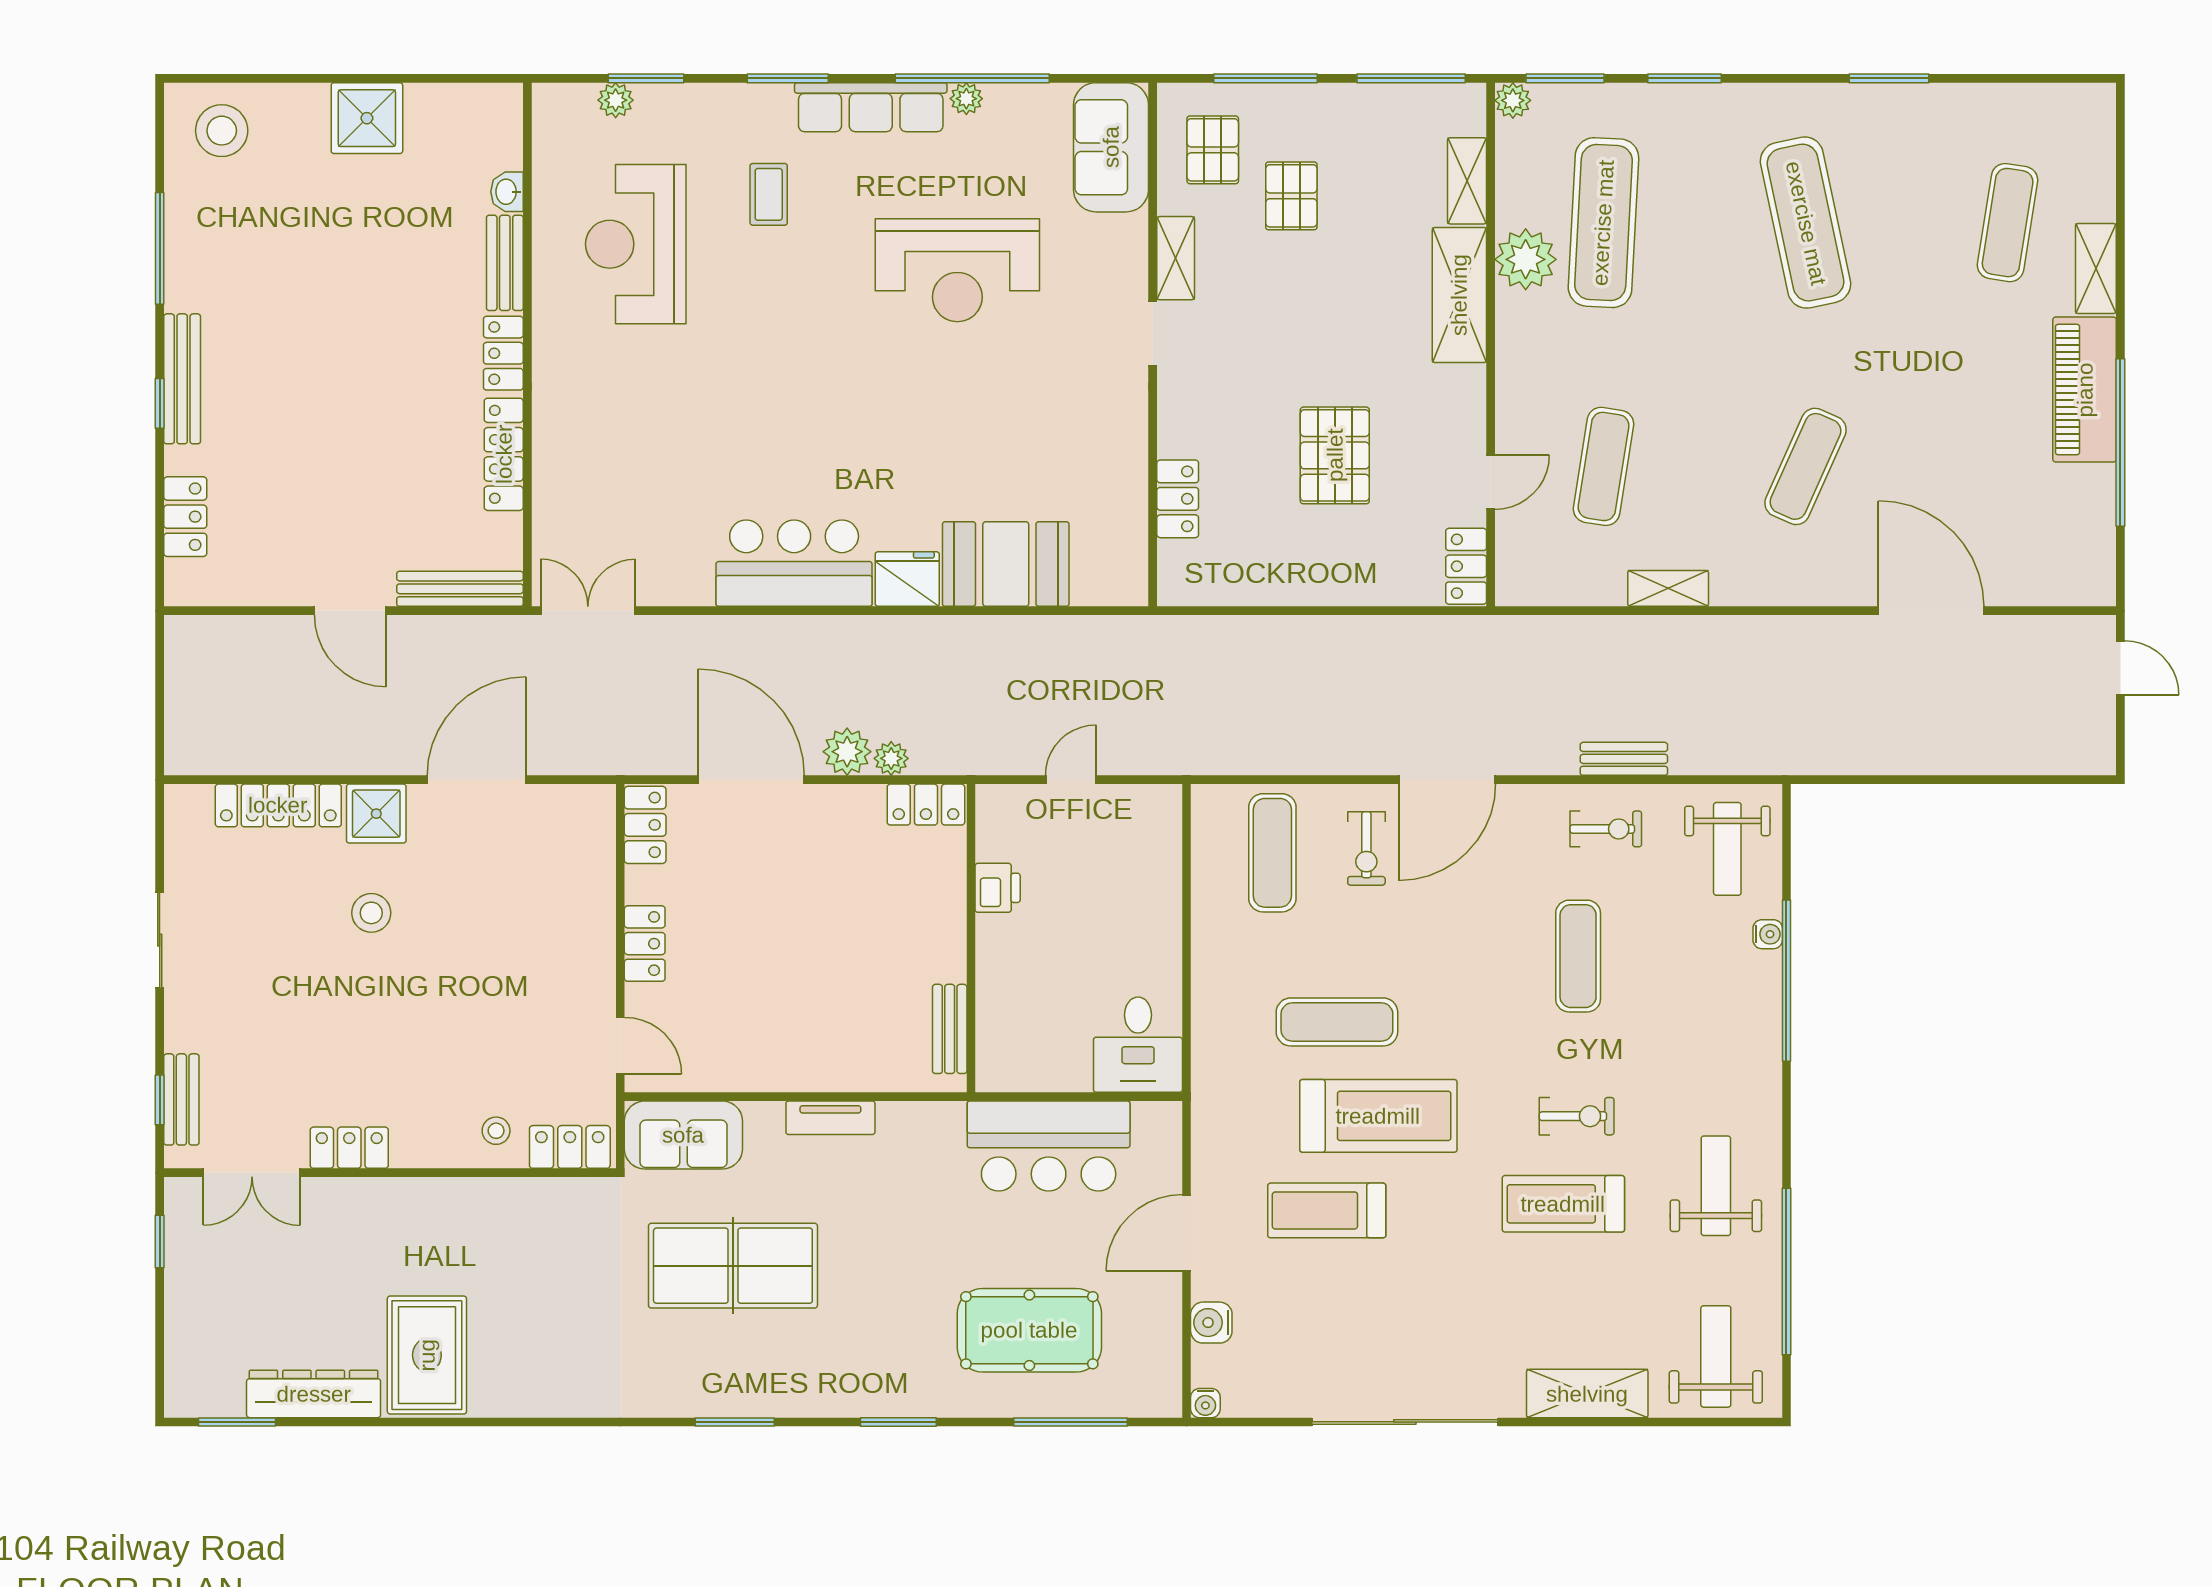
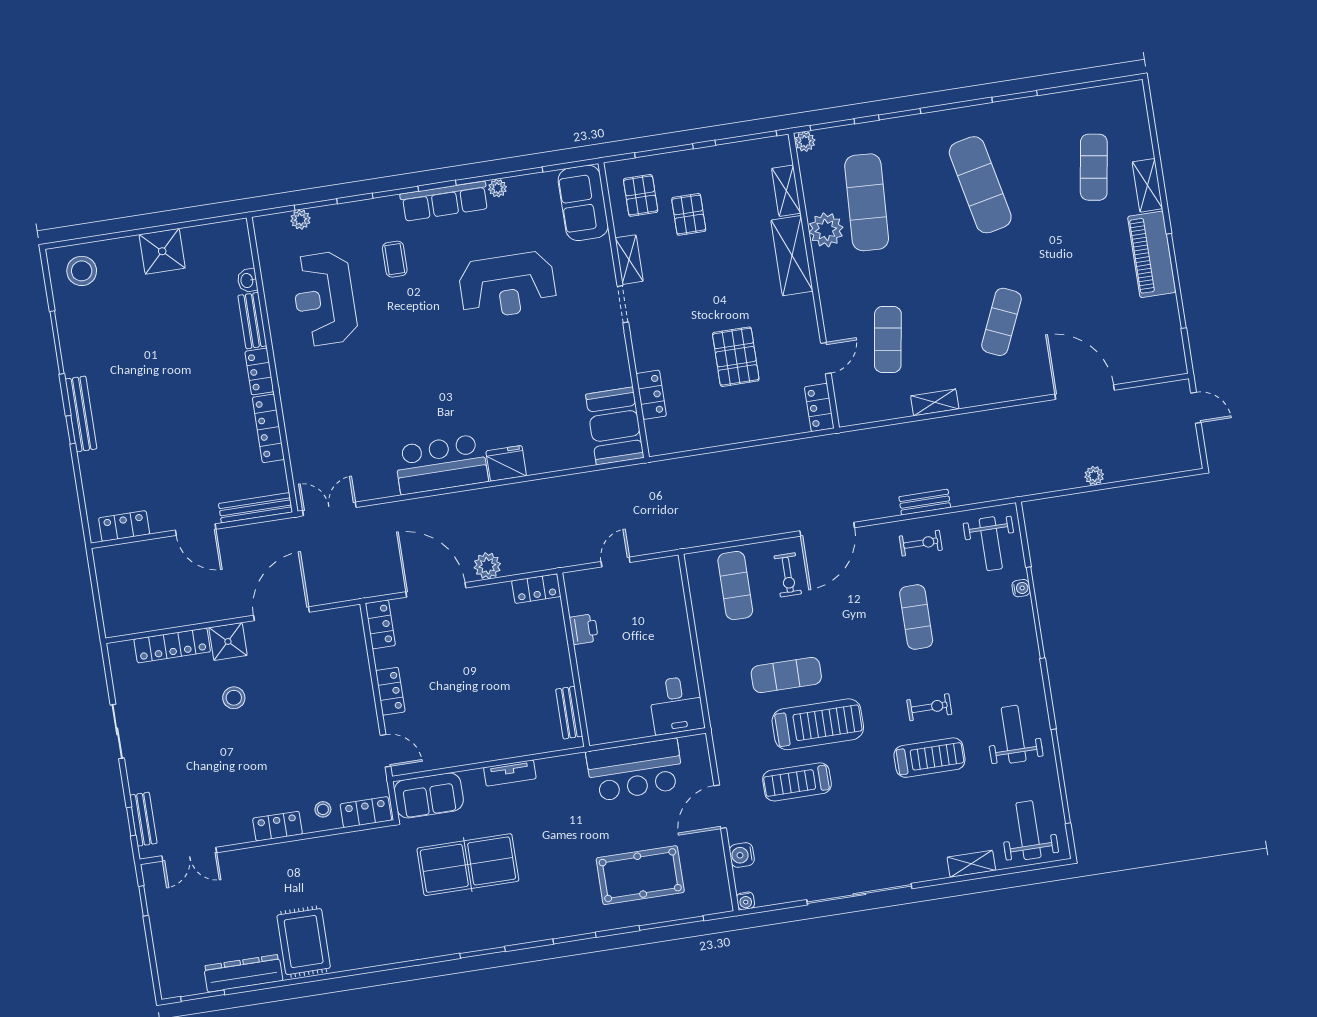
locker: (185, 517) -> (124, 526), moved, turned -90
booth: (1006, 564) -> (615, 426), moved, turned 90
plant: (891, 758) -> (1094, 476), moved
locker: (349, 1148) -> (278, 826), moved
treadmill: (1563, 1204) -> (929, 758), turned 180
shelving: (1587, 1394) -> (971, 864), width x0.67, depth x0.75

